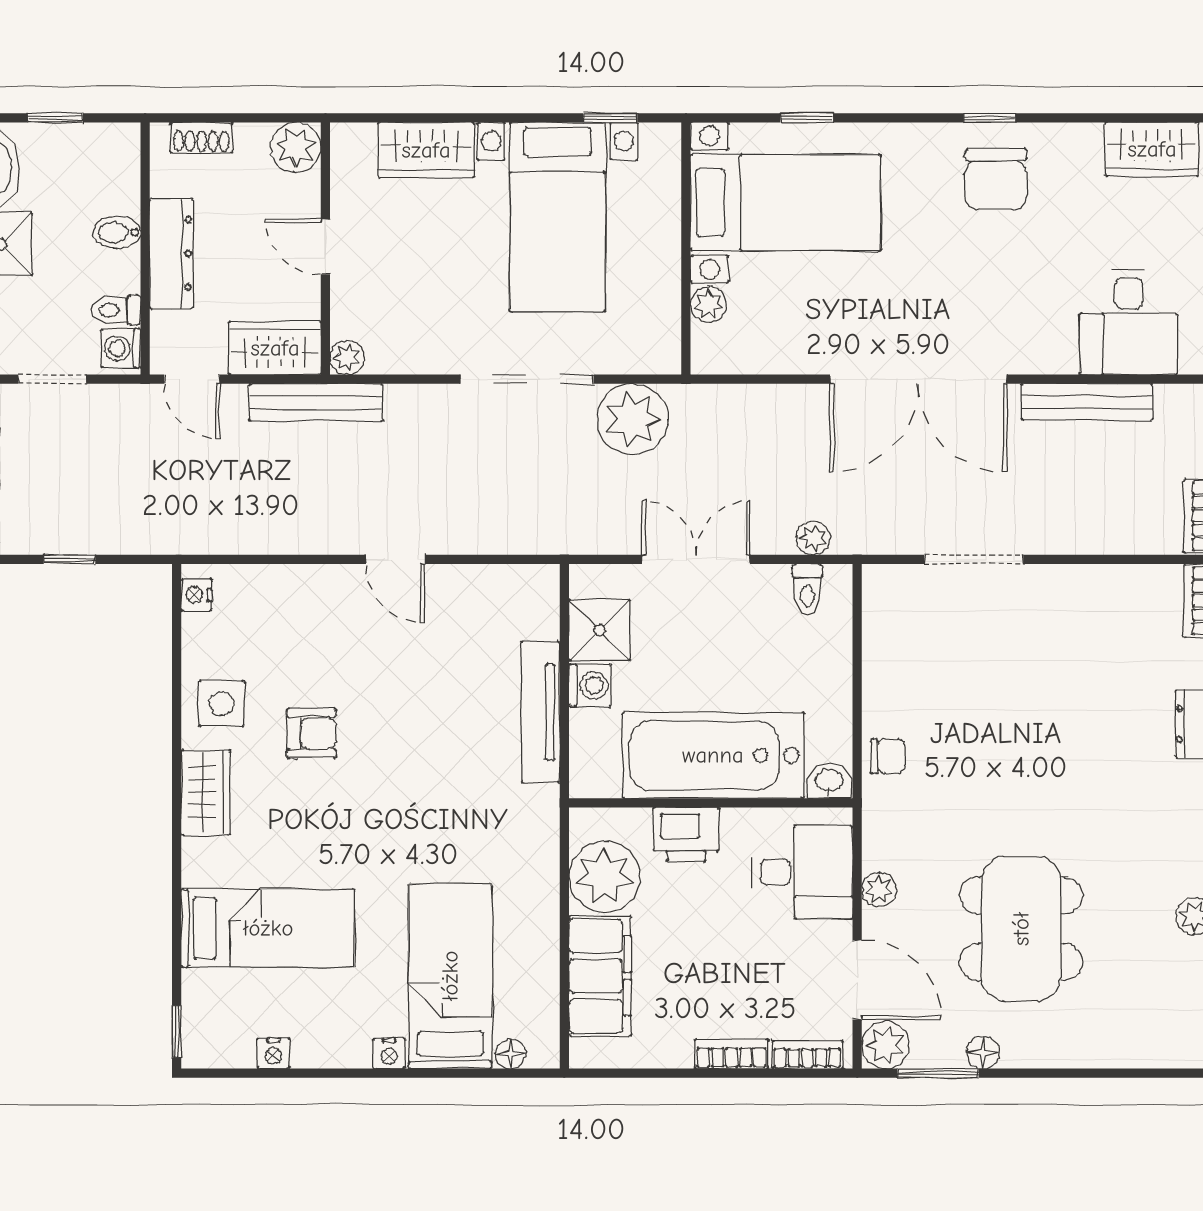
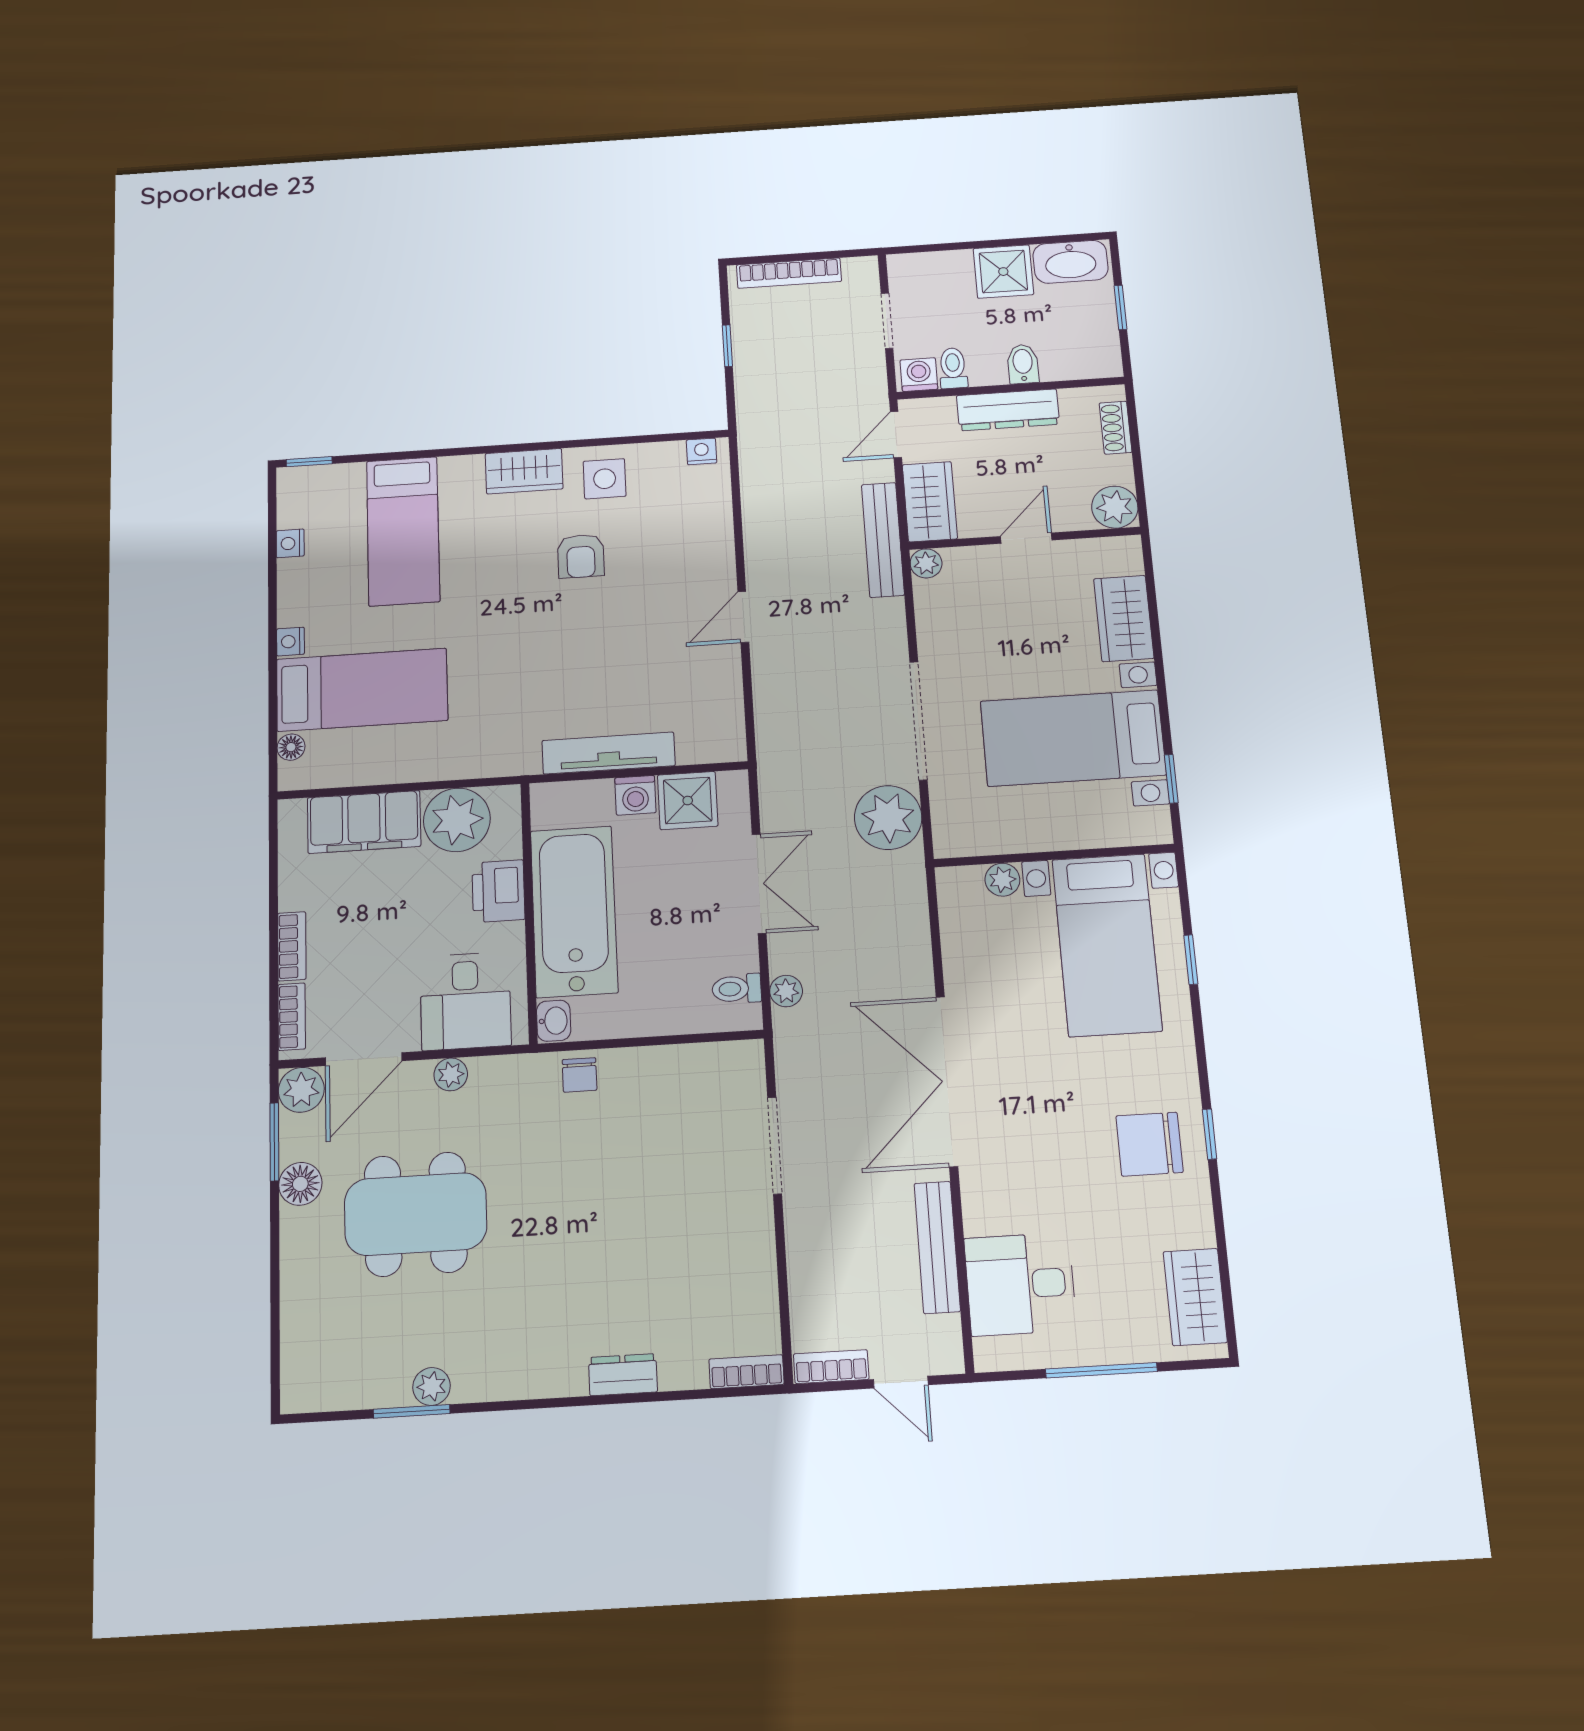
floor lamp: (983, 1053) -> (300, 1184), width x1.37, depth x1.37

